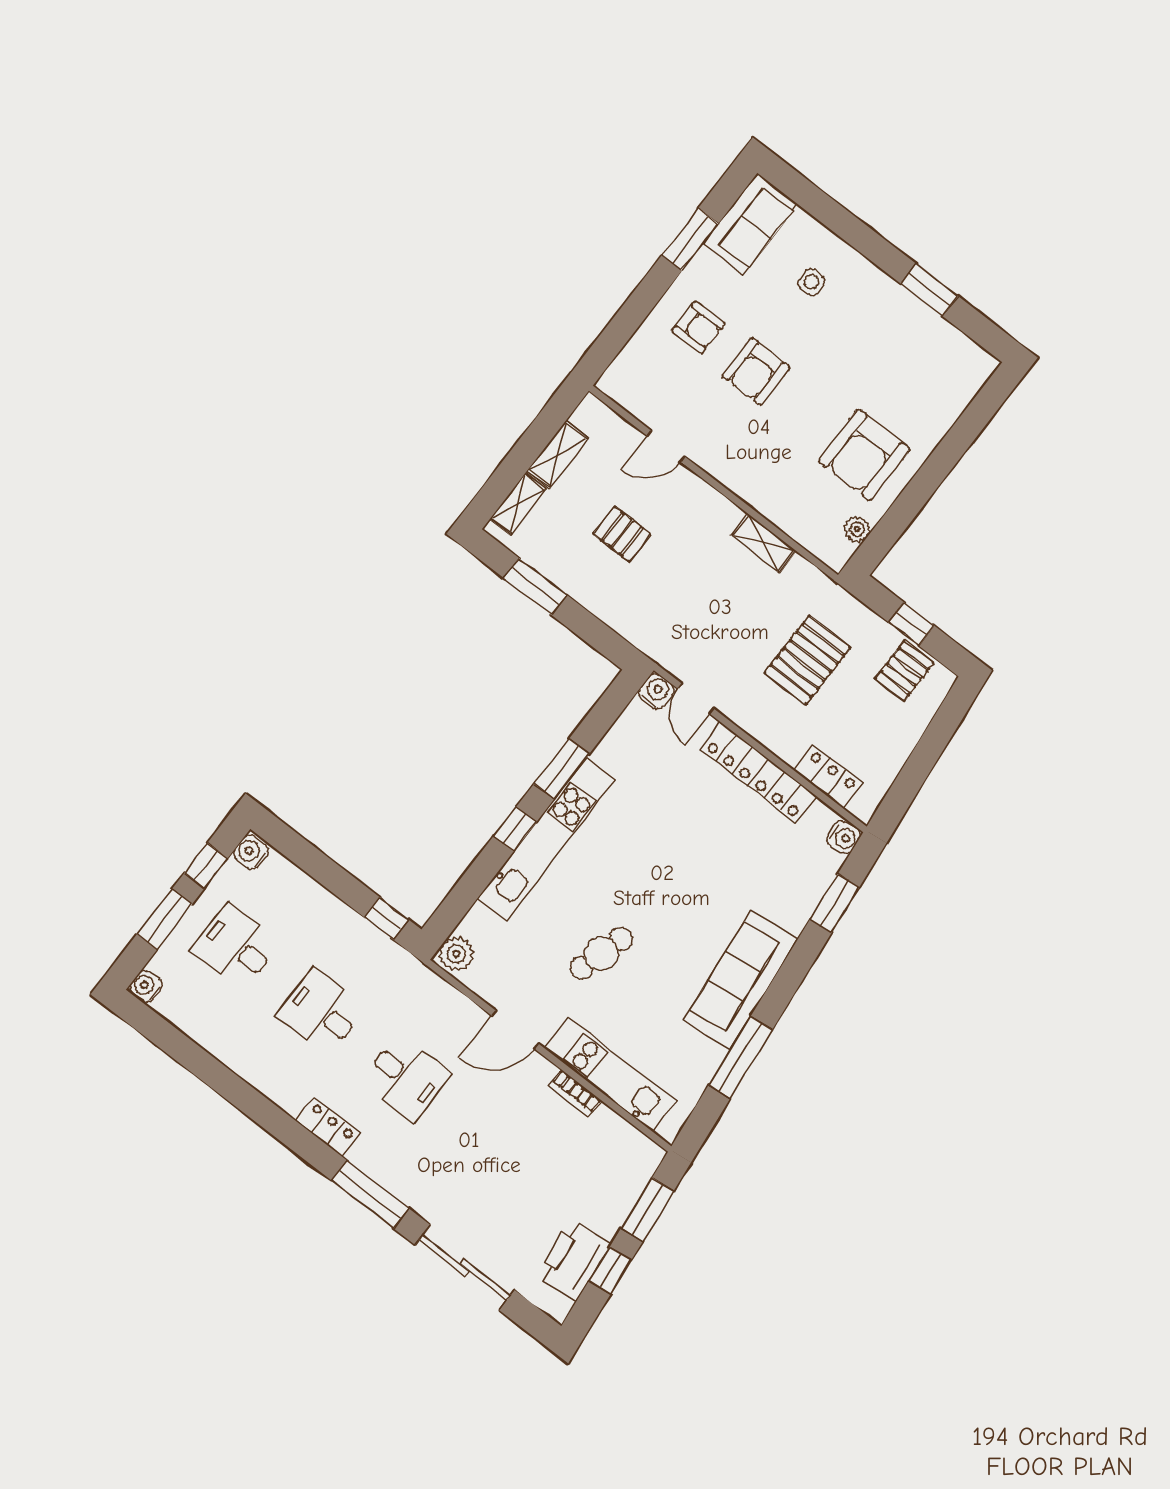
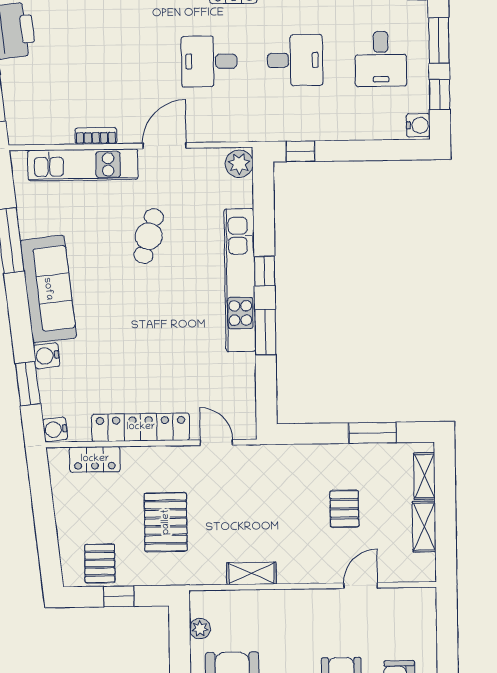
pallet: (622, 534) -> (344, 509), turned 90
water cooler: (656, 691) -> (47, 356), moved, turned 84
desk: (236, 946) -> (381, 59), turned 90

